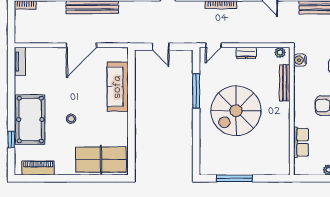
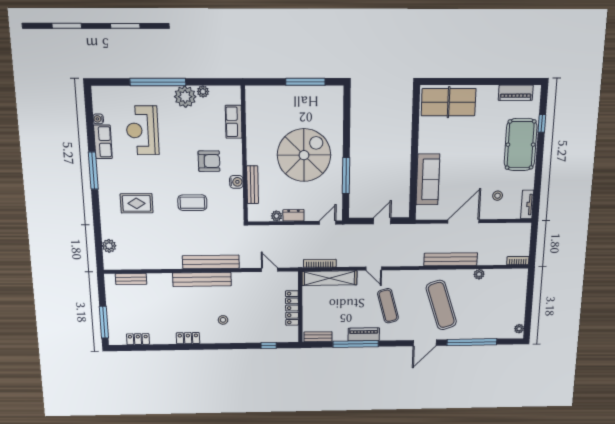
door: (161, 47) -> (382, 221), hinge flipped
plant: (280, 52) -> (277, 216), moved
water cooler: (300, 60) -> (236, 182), moved
stool: (71, 119) -> (498, 196), moved

